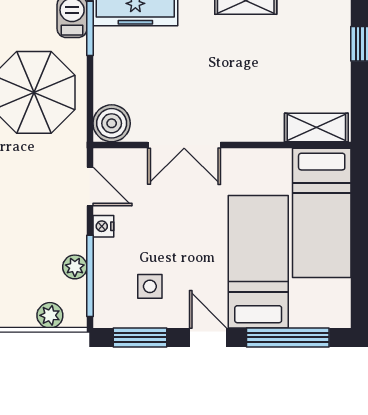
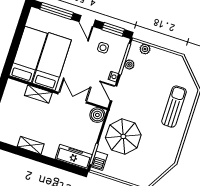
shelving: (316, 128) -> (38, 94), moved
bed: (258, 262) -> (52, 62), moved, turned 180

